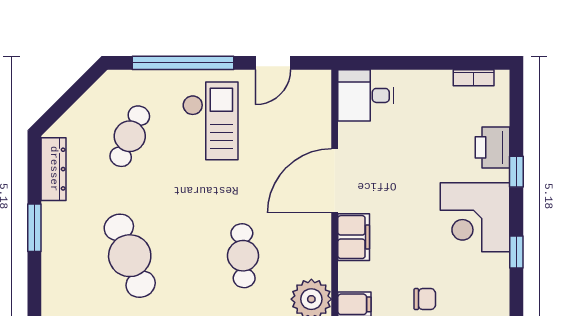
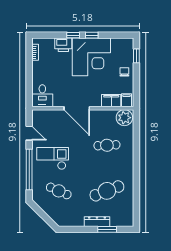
dresser: (54, 169) -> (97, 222), moved
corner desk: (475, 217) -> (91, 57), width x1.36, depth x1.36
window: (34, 228) -> (107, 229), moved
filing cabinet: (354, 237) -> (111, 101), moved
window: (516, 252) -> (92, 35), moved

